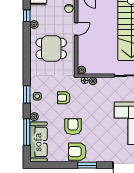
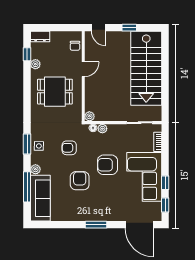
armchair: (77, 152) -> (107, 165), moved

